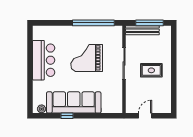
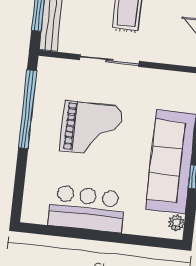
grand piano: (87, 58) -> (91, 129), turned -89

